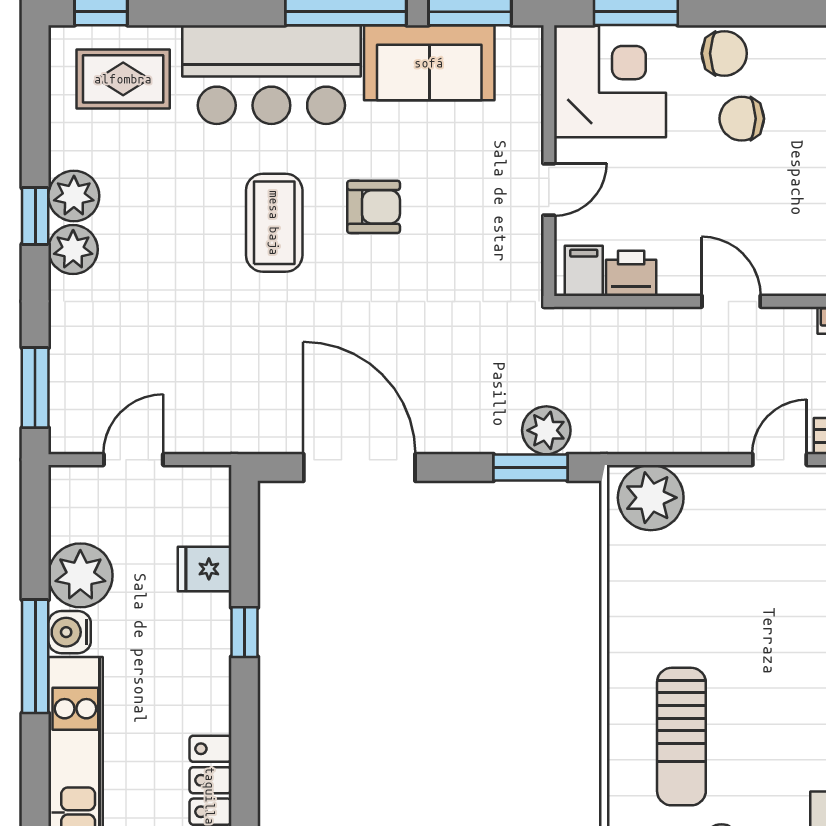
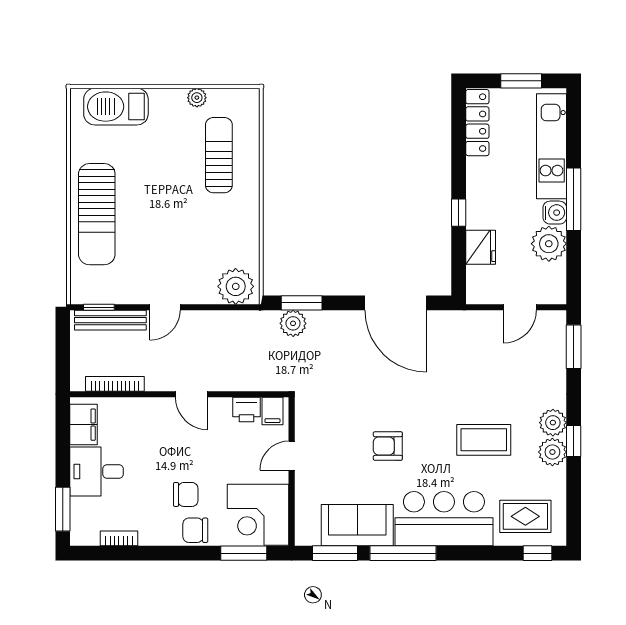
coffee table: (274, 223) -> (484, 440), moved, turned 90
fridge: (205, 569) -> (481, 247), width x1.38

